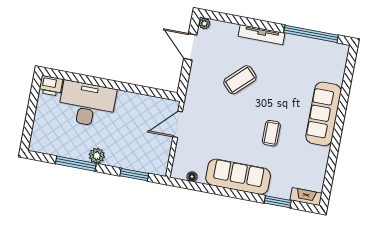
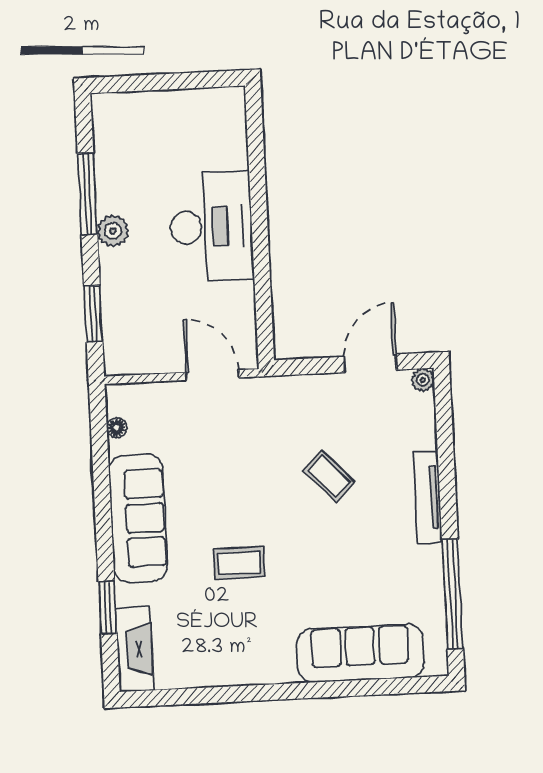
coffee table: (240, 80) -> (329, 476), width x0.73, depth x0.77
printer: (51, 86) -> (228, 108), removed
desk: (87, 104) -> (211, 227), moved
sofa: (324, 114) -> (360, 653), moved
fireplace: (306, 197) -> (135, 649), width x1.37, depth x1.32

